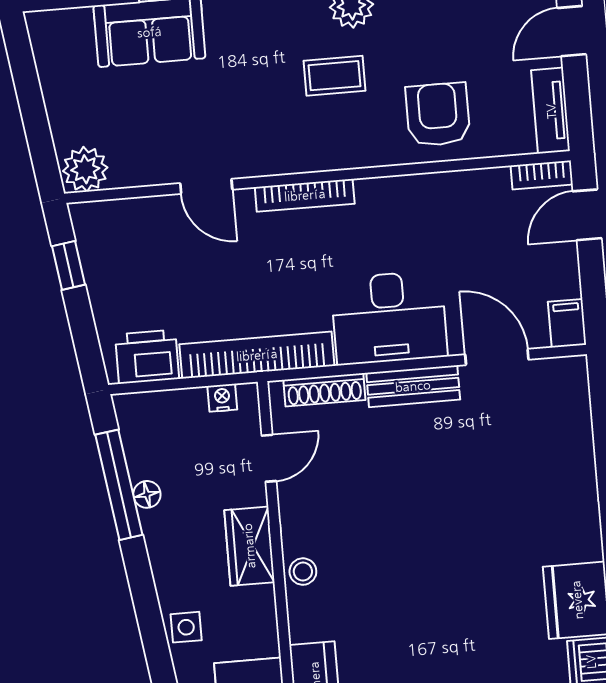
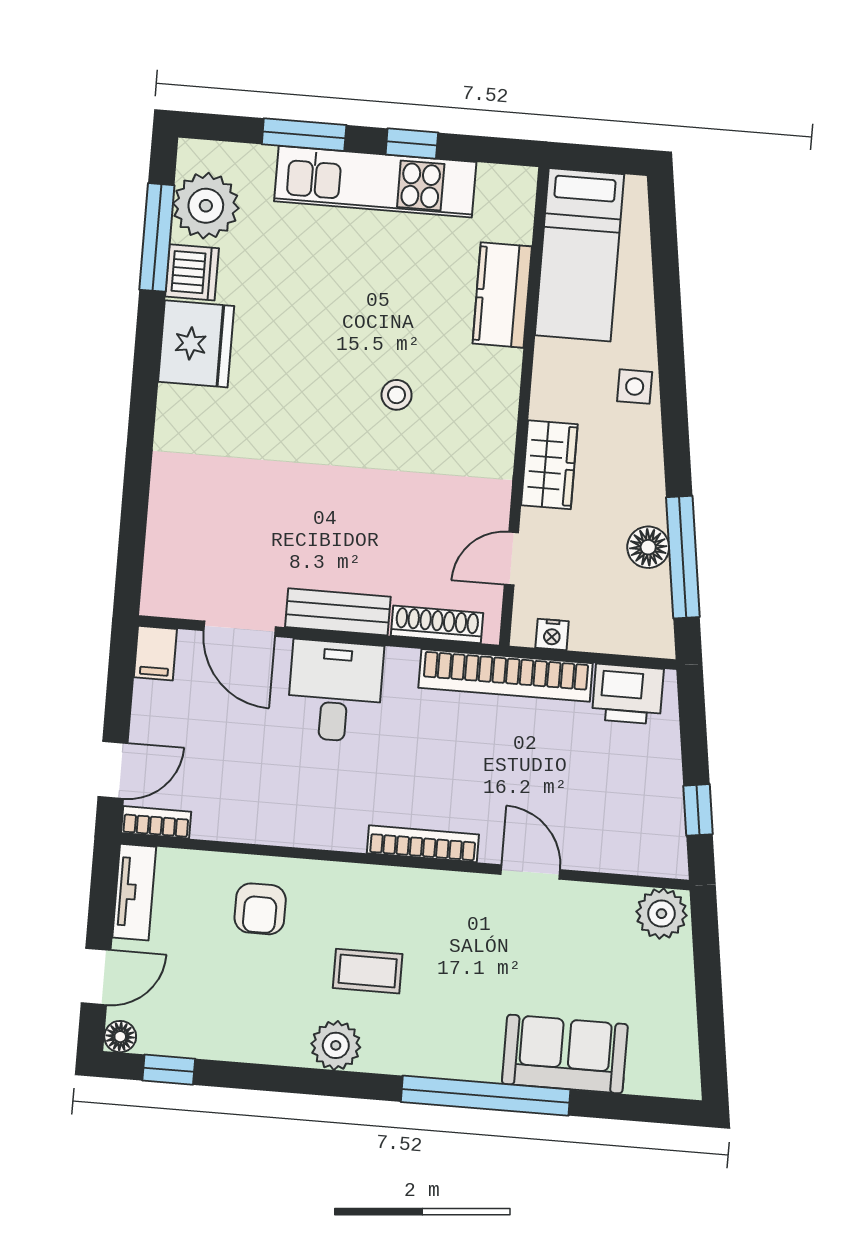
armchair: (438, 114) -> (260, 909), width x0.72, depth x0.72
desk: (389, 318) -> (335, 691), width x0.73
floor lamp: (147, 494) -> (648, 547), width x1.37, depth x1.37
stool: (303, 572) -> (397, 395), moved

